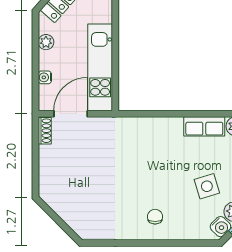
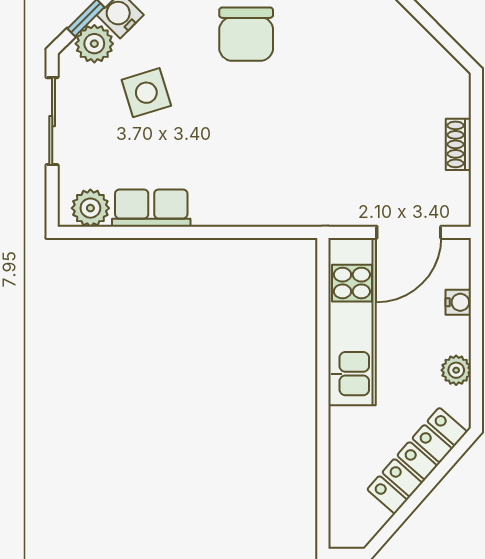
shoe rack: (45, 131) -> (458, 144), moved
chair: (155, 217) -> (246, 34), width x1.87, depth x1.87

